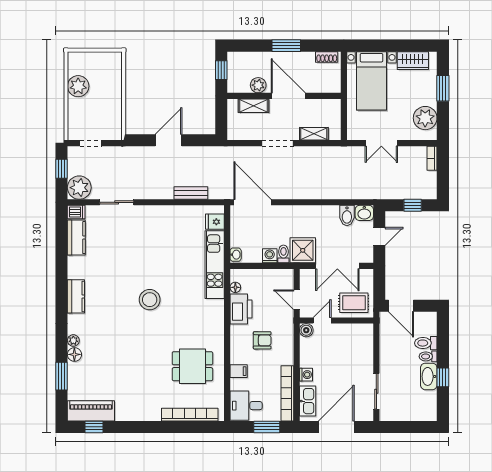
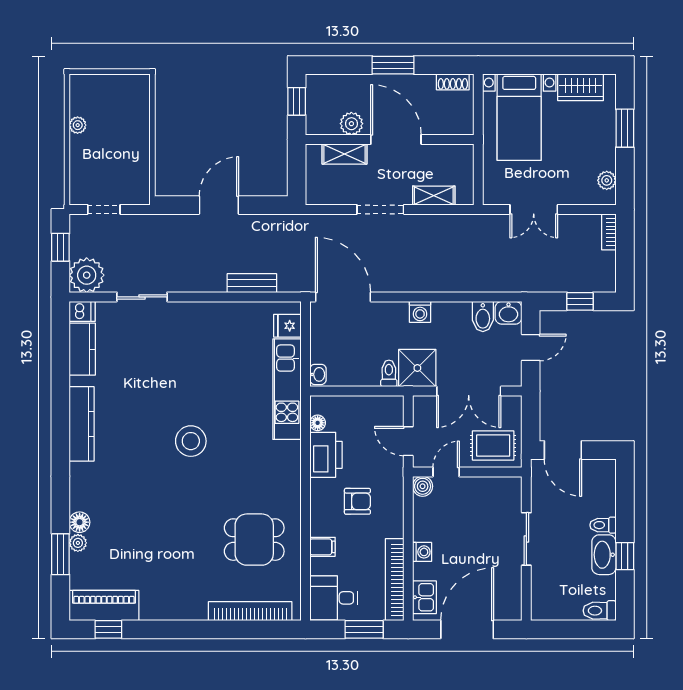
plant: (78, 86) -> (78, 125), width x0.53, depth x0.53
plant: (425, 118) -> (607, 180), width x0.53, depth x0.53
washing machine: (270, 256) -> (420, 312), moved, turned 180
kitchen counter: (76, 296) -> (82, 424), width x1.50
plant: (73, 340) -> (78, 543), moved
toilet: (426, 343) -> (600, 611), moved
sliding door: (376, 391) -> (526, 539), moved
kitchen sink: (308, 401) -> (424, 597), width x0.73

